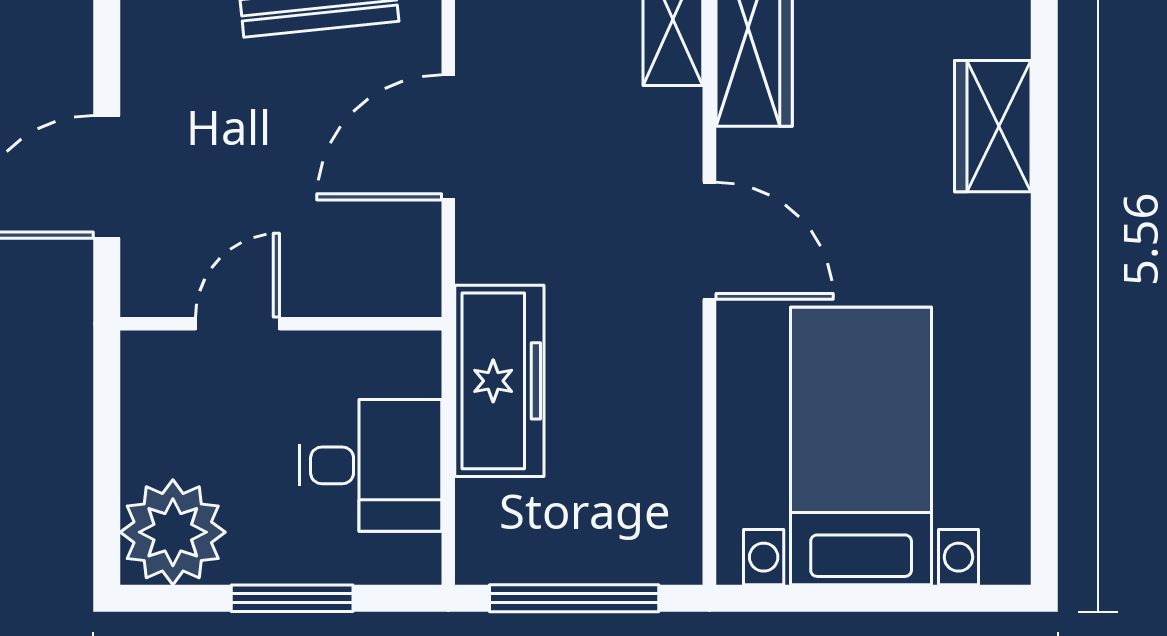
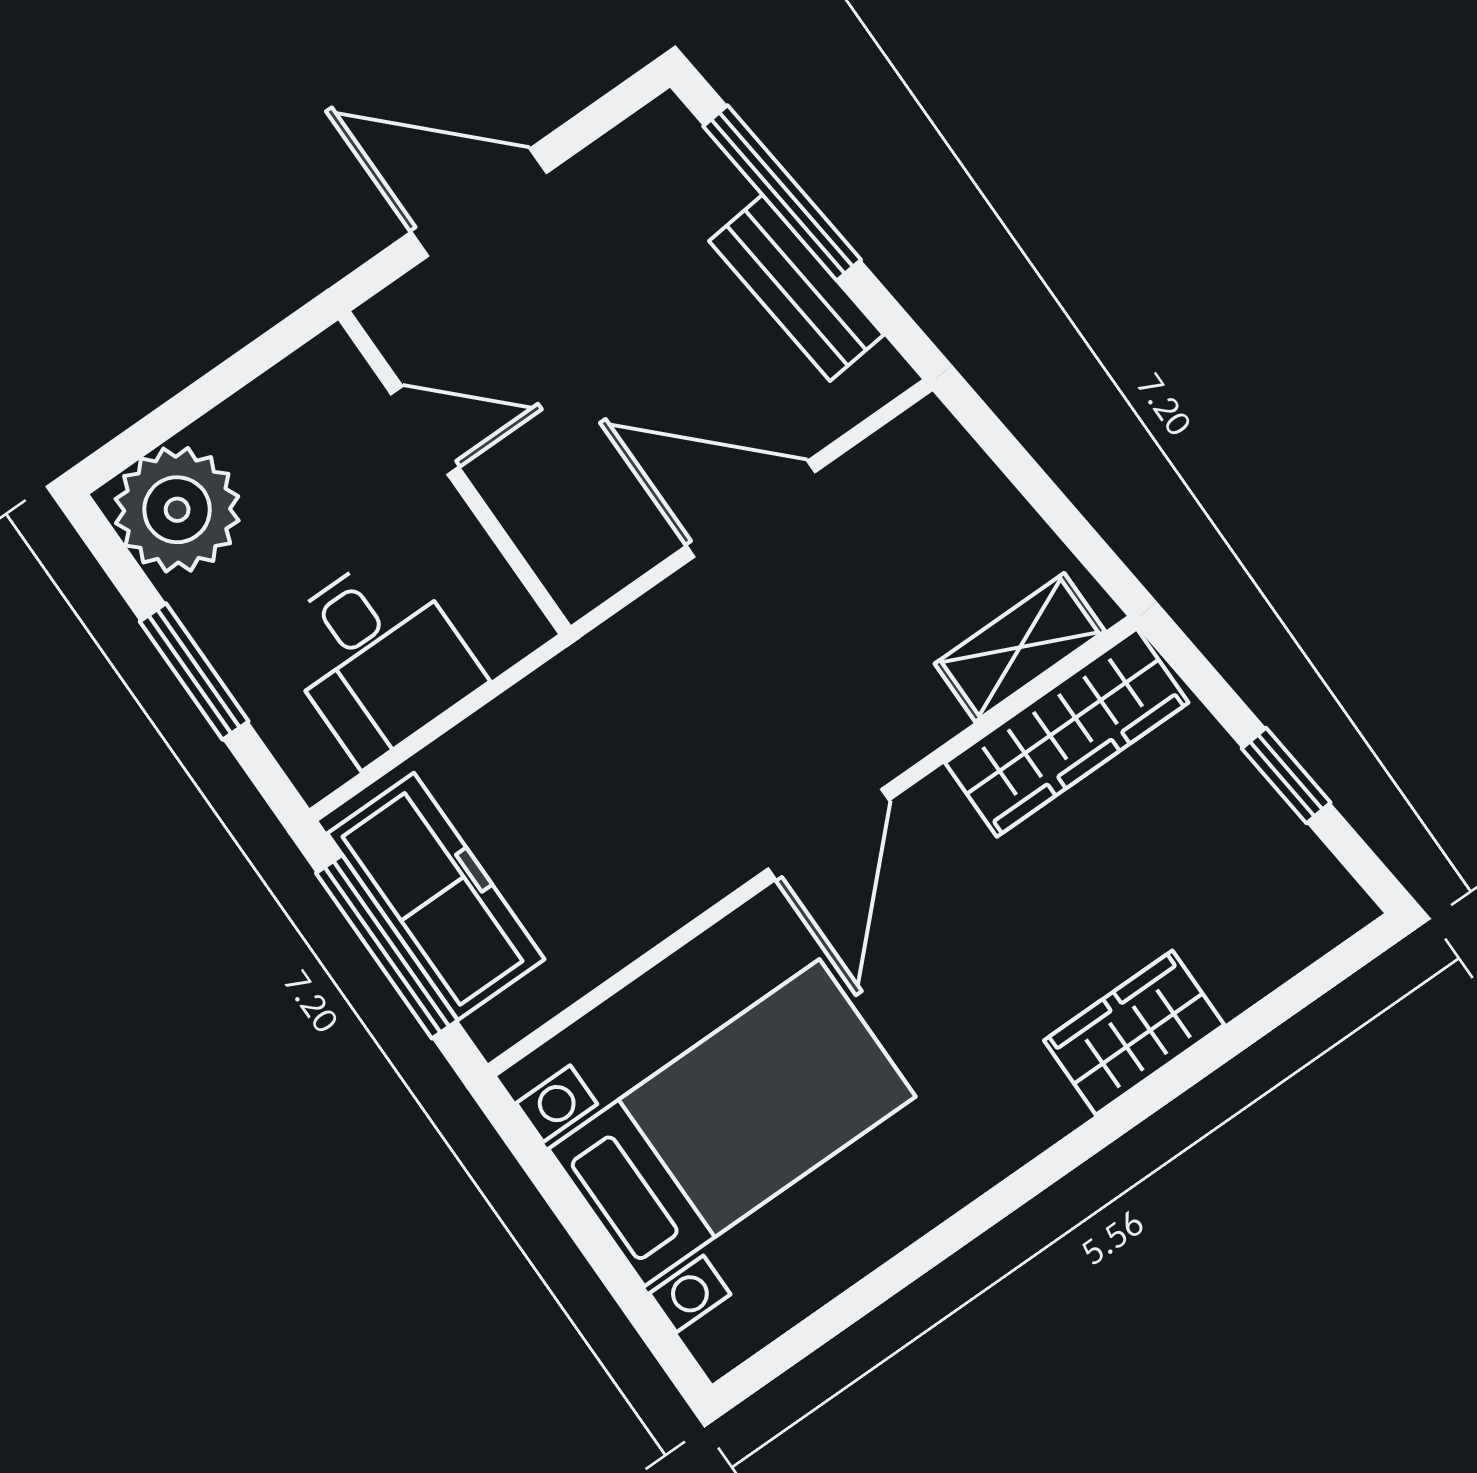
freezer: (499, 381) -> (436, 896), moved, turned -90

